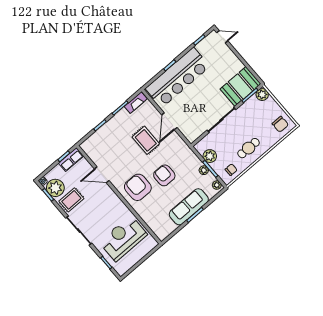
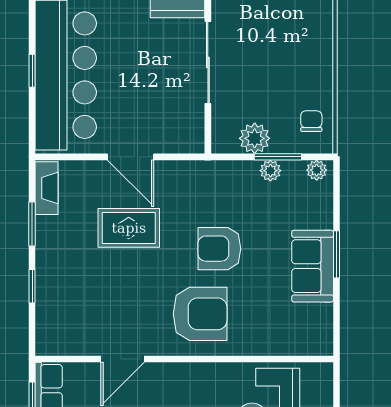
cafe table: (249, 148) -> (300, 57), removed
armchair: (138, 187) -> (200, 314), turned 180
sofa: (189, 207) -> (313, 266), width x0.73

